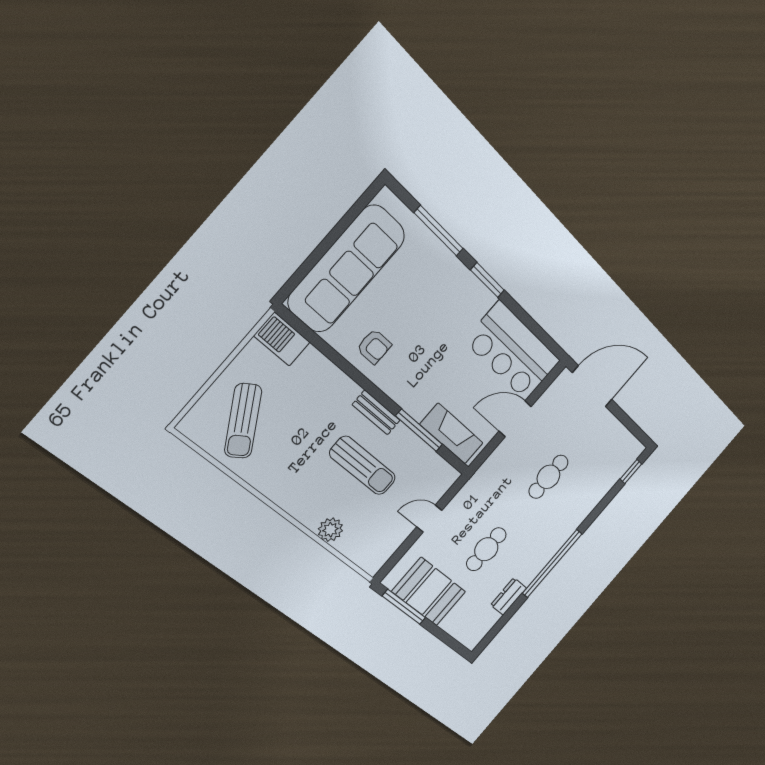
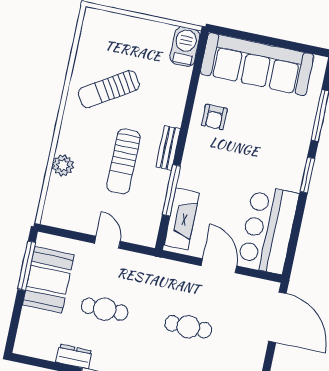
sun lounger: (243, 421) -> (109, 89), moved

